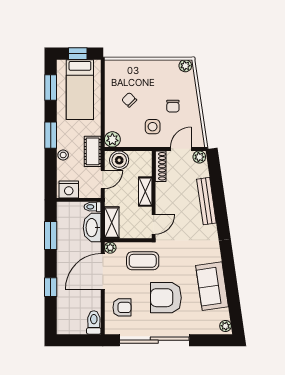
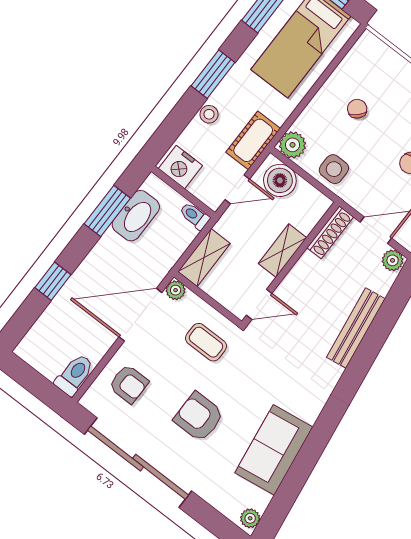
side table: (153, 127) -> (334, 169), moved
washbasin: (92, 228) -> (136, 216), moved, turned 180
coffee table: (143, 261) -> (206, 342), width x0.73, depth x0.77
armchair: (166, 298) -> (199, 417), width x0.73, depth x0.73

